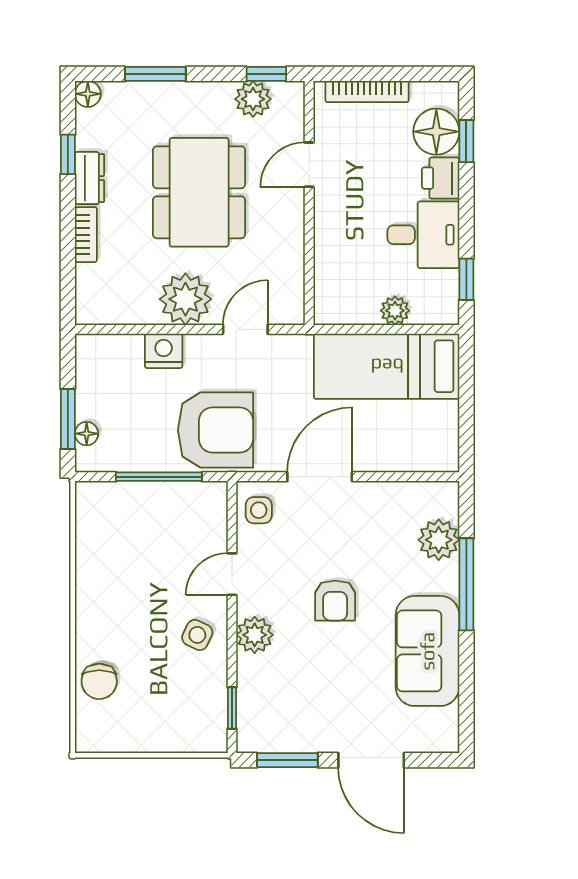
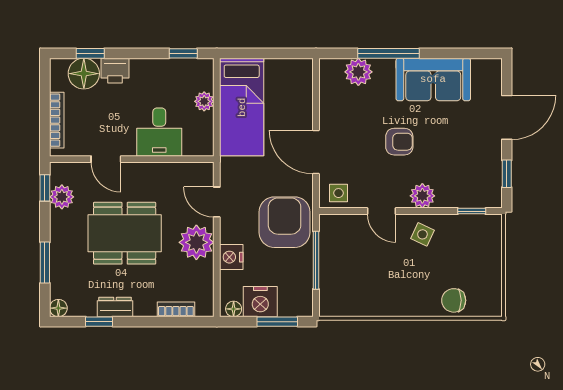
bookcase: (86, 235) -> (176, 309), moved
desk: (423, 235) -> (159, 132), moved, turned 180
nightstand: (97, 394) -> (260, 302), added
floor lamp: (87, 434) -> (234, 309), moved
chair: (99, 681) -> (454, 300), turned 180
window: (287, 760) -> (507, 174), width x0.67

